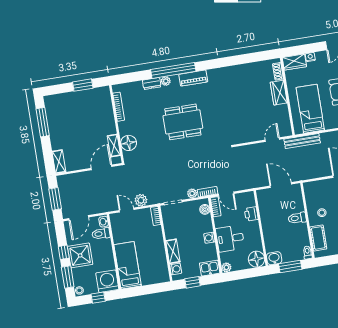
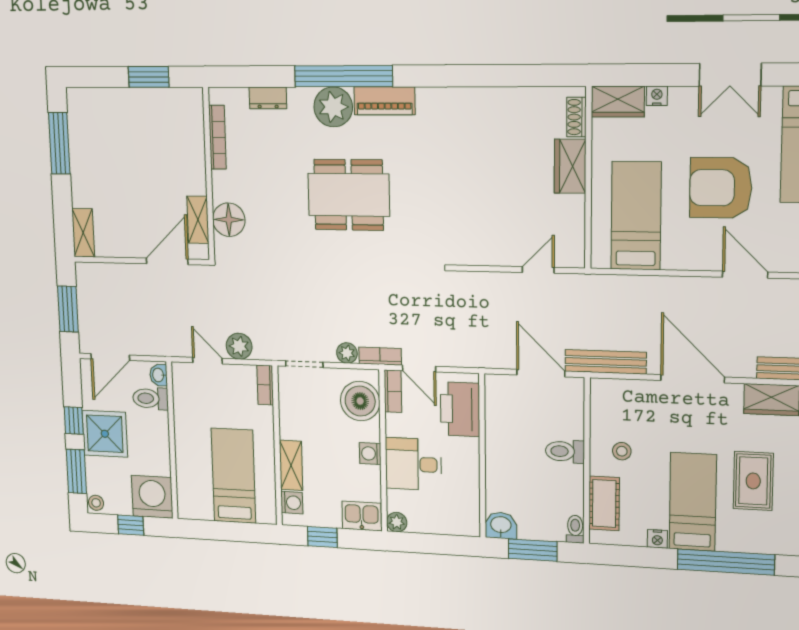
plant: (166, 81) -> (333, 107), width x1.88, depth x1.88
dresser: (152, 84) -> (268, 98), moved
bench: (302, 141) -> (606, 362), moved
boiler: (205, 209) -> (360, 401), width x1.86, depth x1.86
printer: (251, 214) -> (460, 409), width x1.87, depth x1.48
floor lamp: (256, 259) -> (463, 519), removed
bed: (128, 265) -> (233, 476), moved

